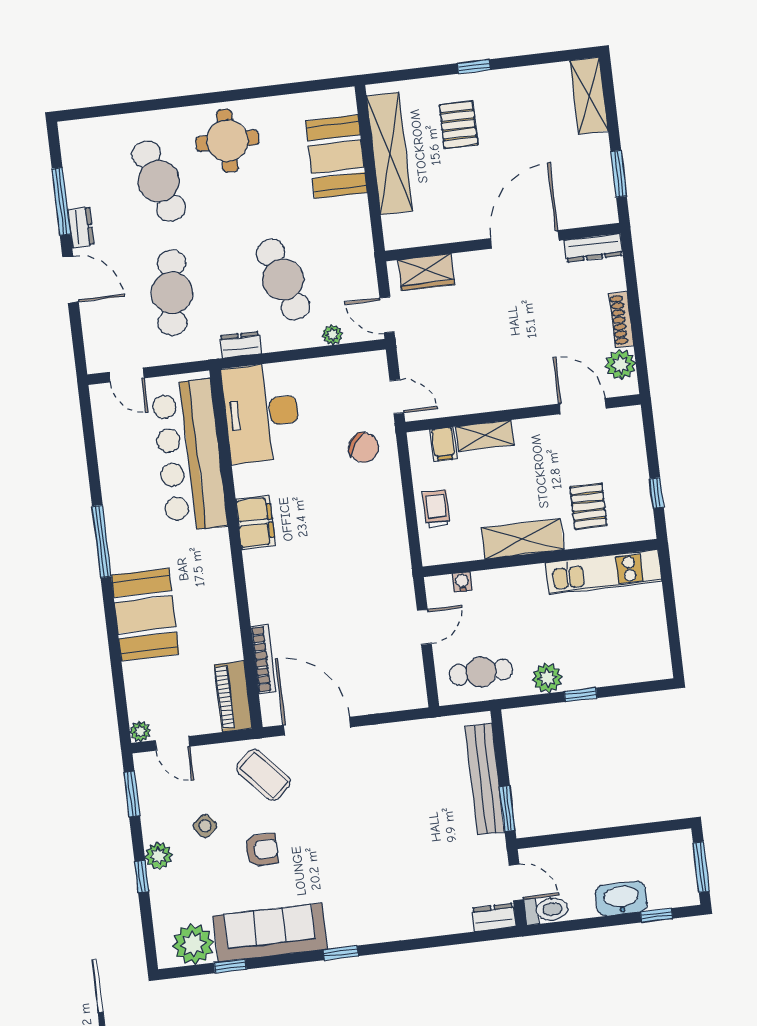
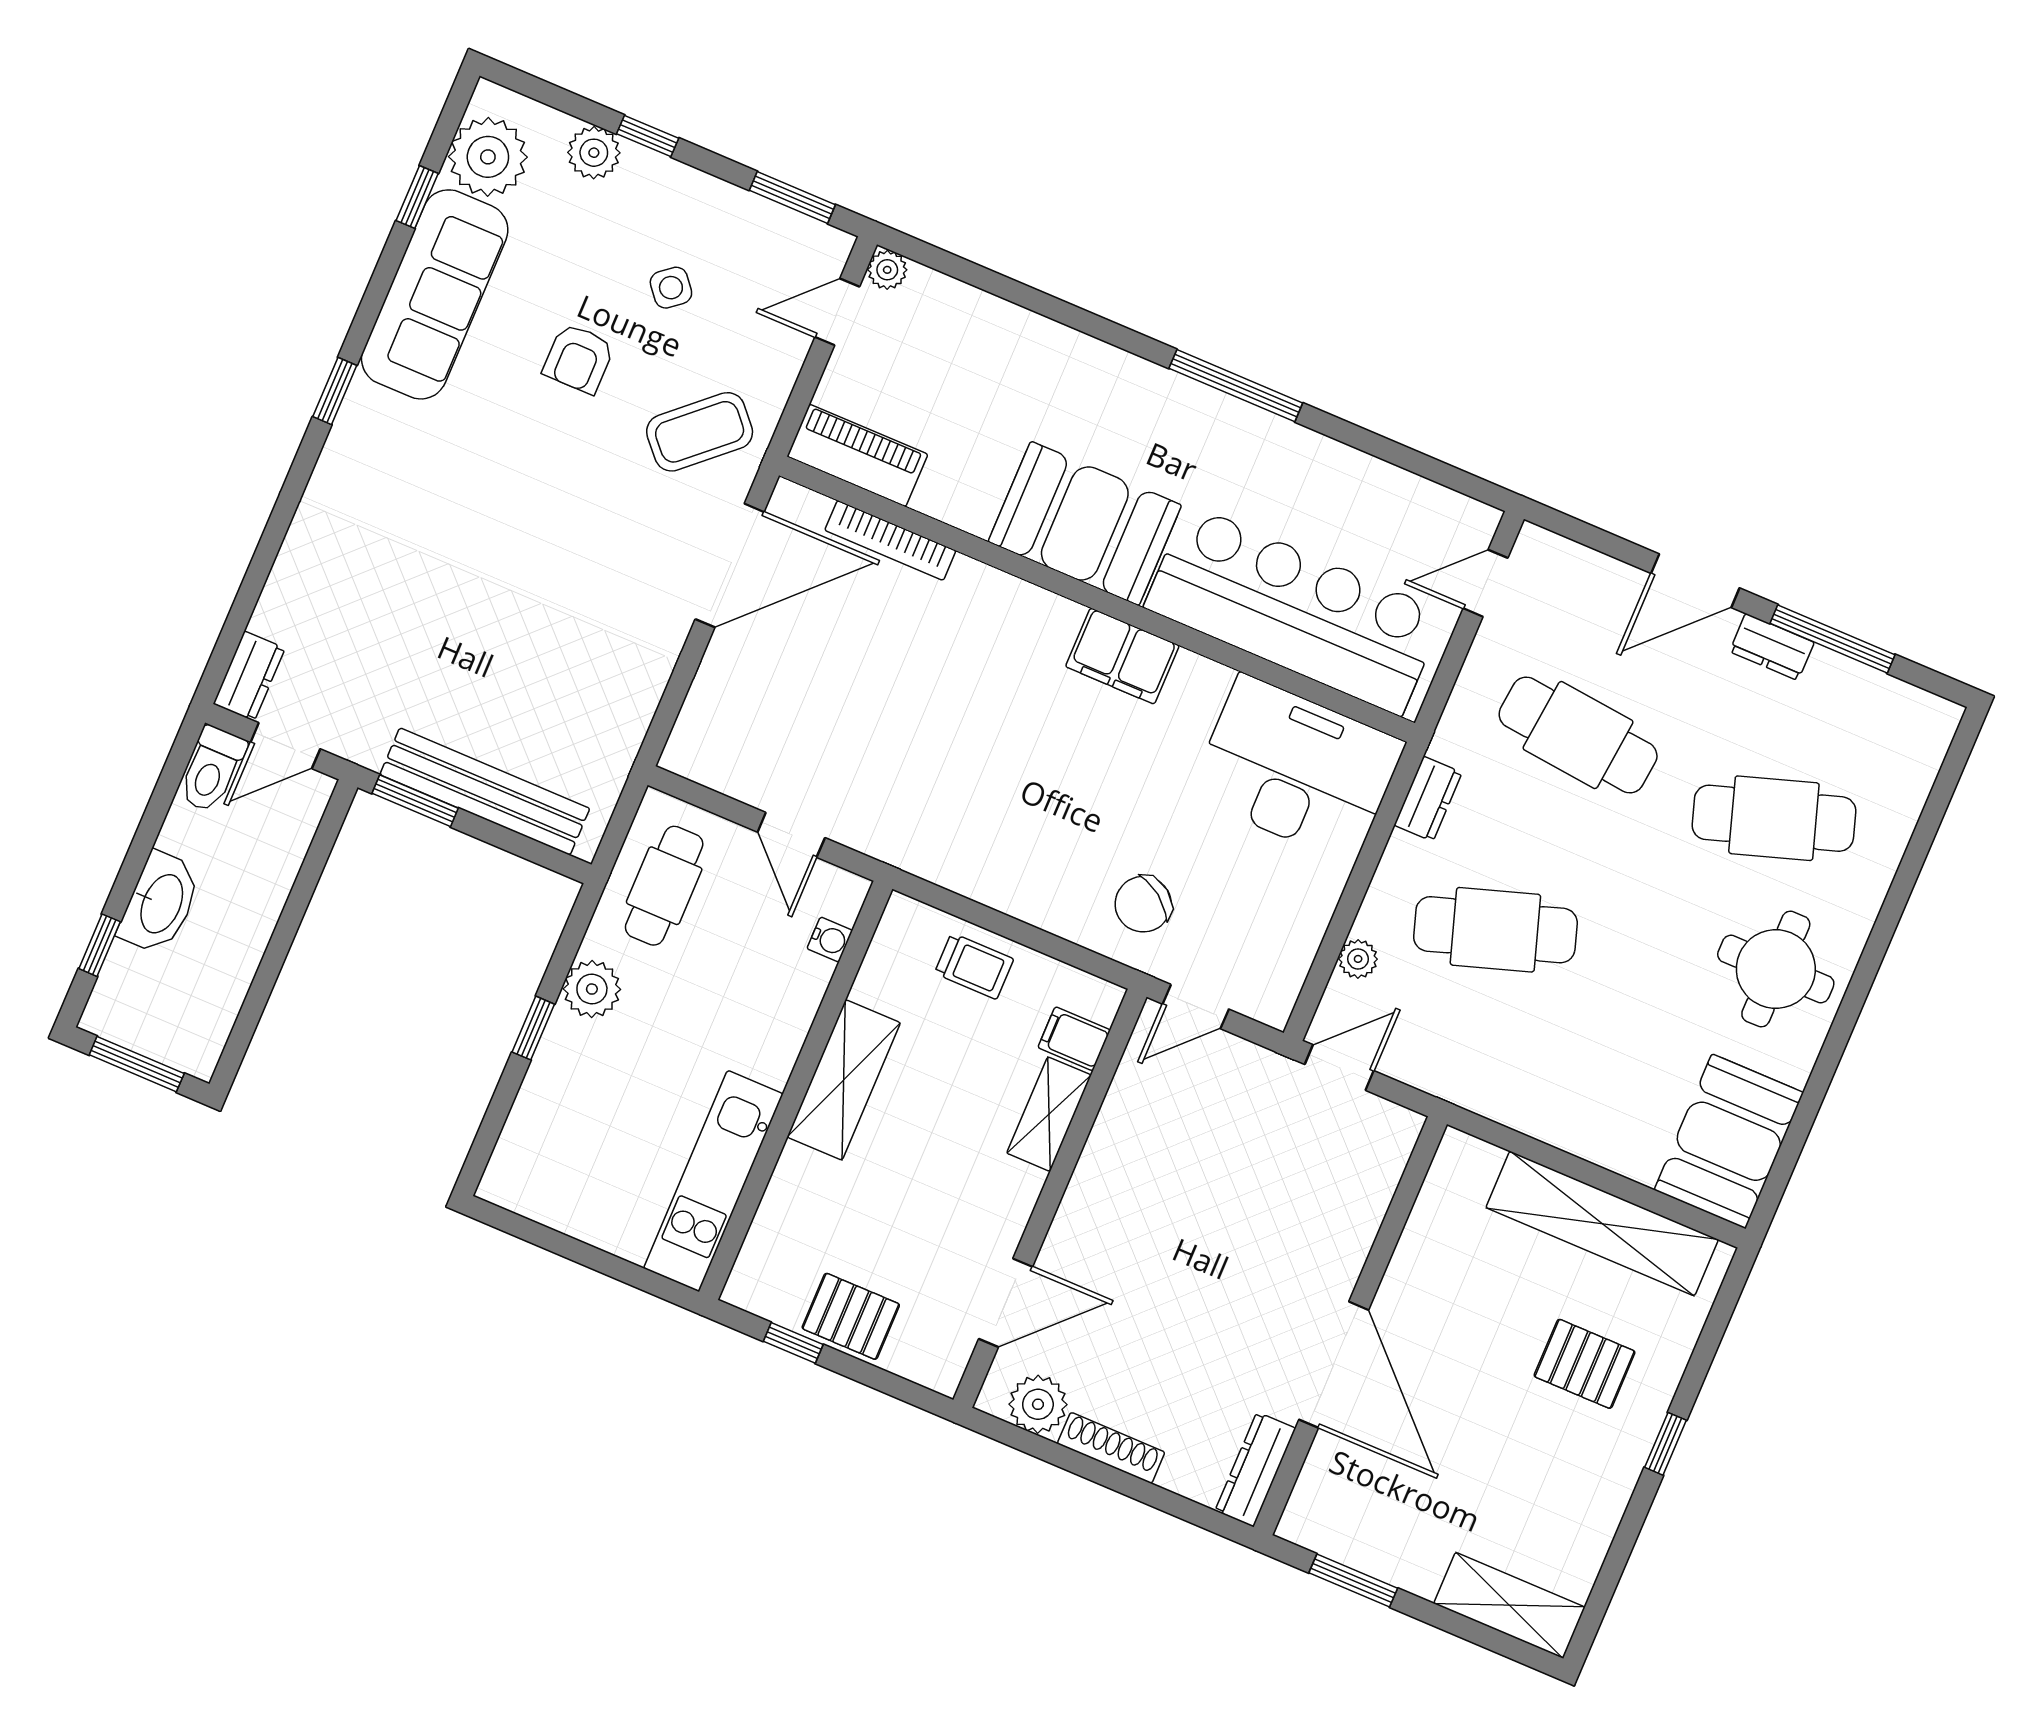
booth: (336, 157) -> (1729, 1141), moved, turned 90
wardrobe: (426, 272) -> (1373, 1172), removed
pallet: (588, 506) -> (851, 1316), moved
booth: (145, 615) -> (1085, 524), moved
plant: (159, 856) -> (594, 153), moved

